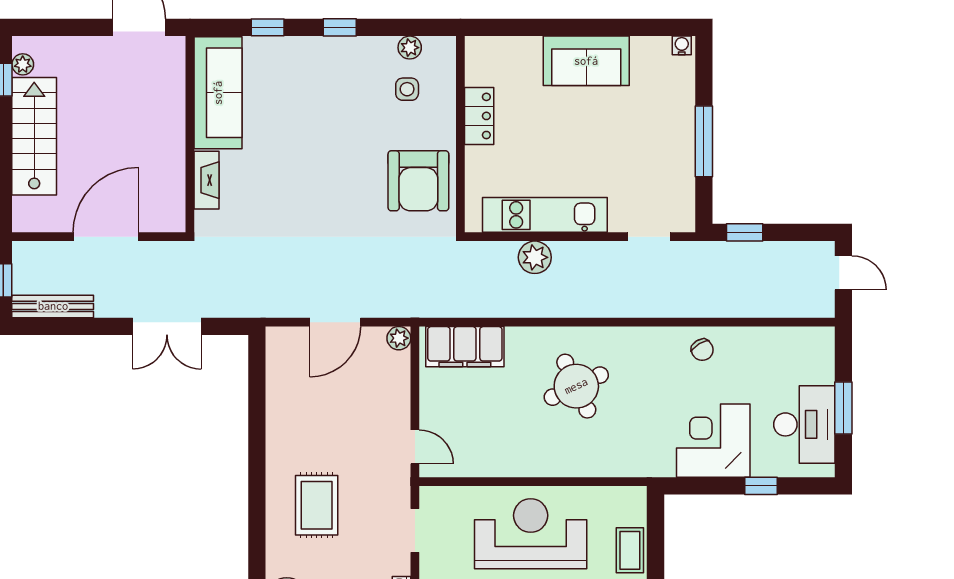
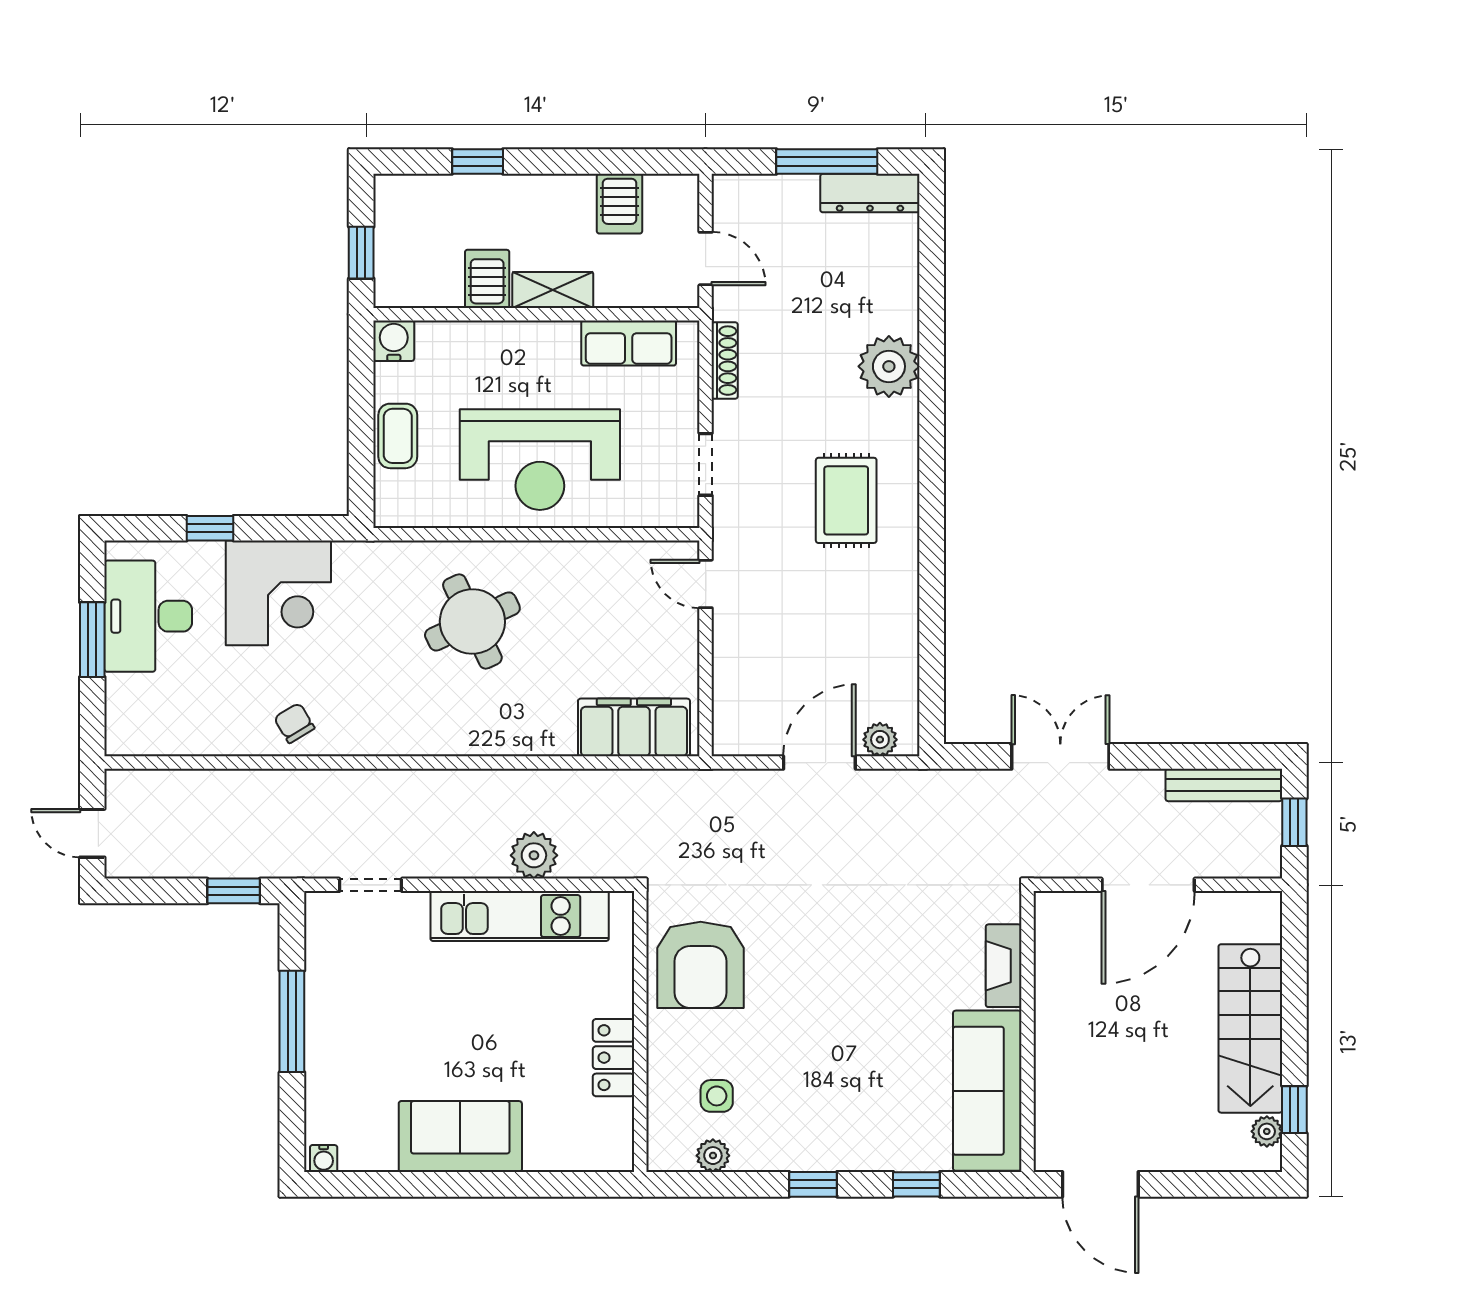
armchair: (418, 181) -> (701, 965), turned 180
plant: (399, 338) -> (880, 740), moved
round table: (576, 386) -> (472, 621), moved

